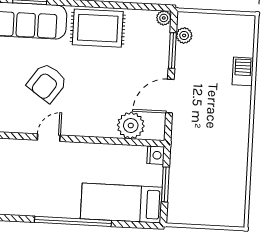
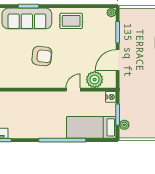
rug: (98, 28) -> (71, 21), width x0.73, depth x0.70
plant: (184, 35) -> (124, 125), moved
armchair: (47, 83) -> (42, 56), turned -119
door: (49, 138) -> (73, 90), moved

